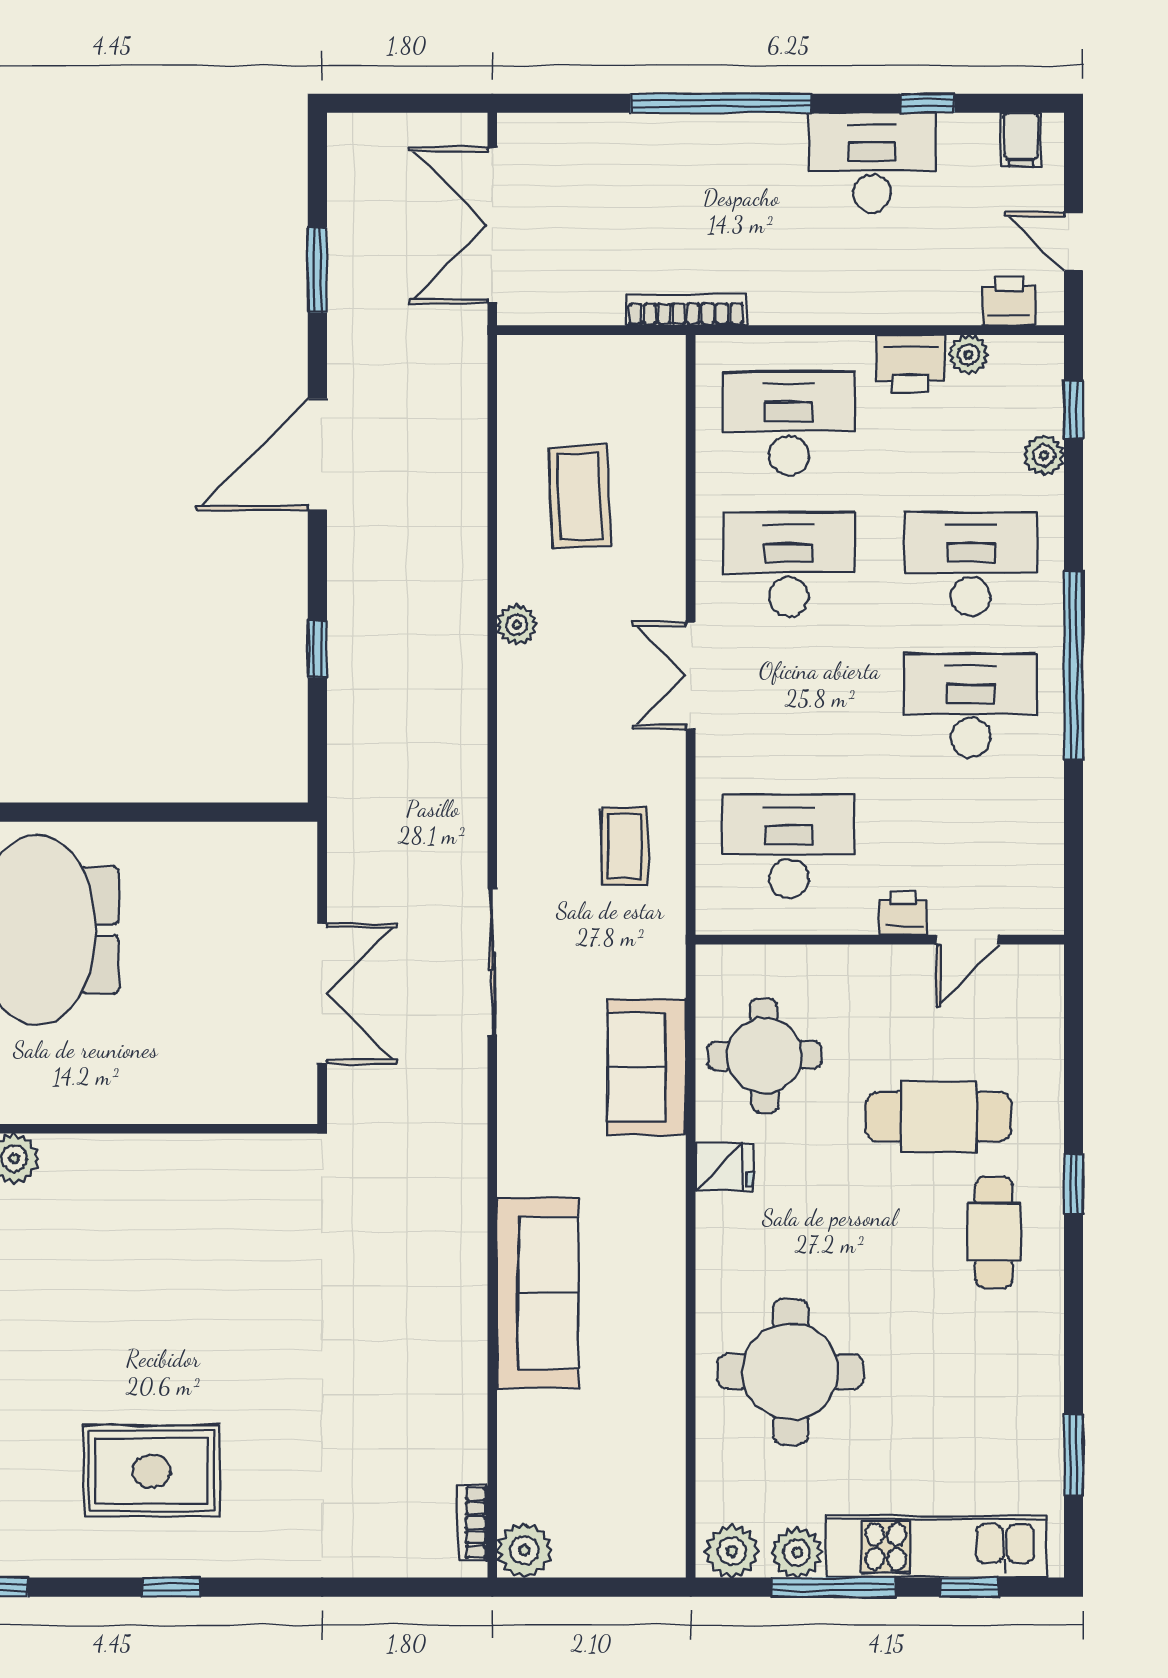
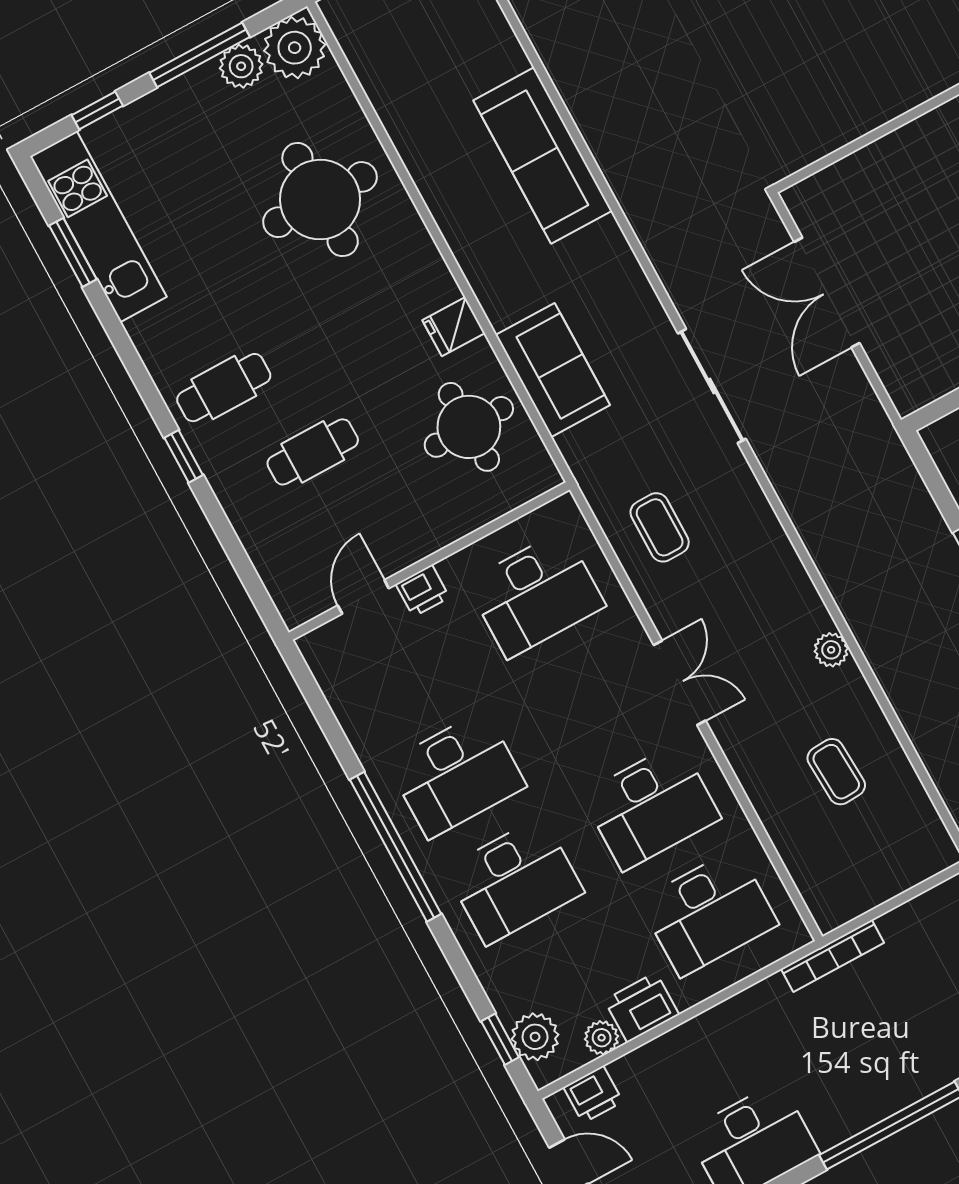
plant: (1044, 455) -> (535, 1037), moved, width x1.38, depth x1.38
coffee table: (579, 497) -> (836, 772), width x0.73, depth x0.77
cafe table: (939, 1117) -> (313, 452), width x0.73, depth x0.74
cafe table: (994, 1232) -> (224, 388), turned 90
kitchen unit: (937, 1547) -> (98, 227), moved, turned -90
plant: (732, 1551) -> (295, 48), width x1.36, depth x1.36

